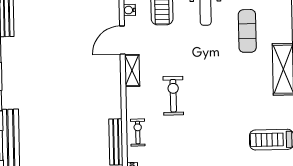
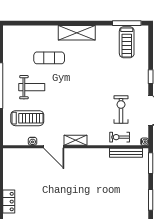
exercise bike: (173, 96) -> (121, 109), moved, turned 90

